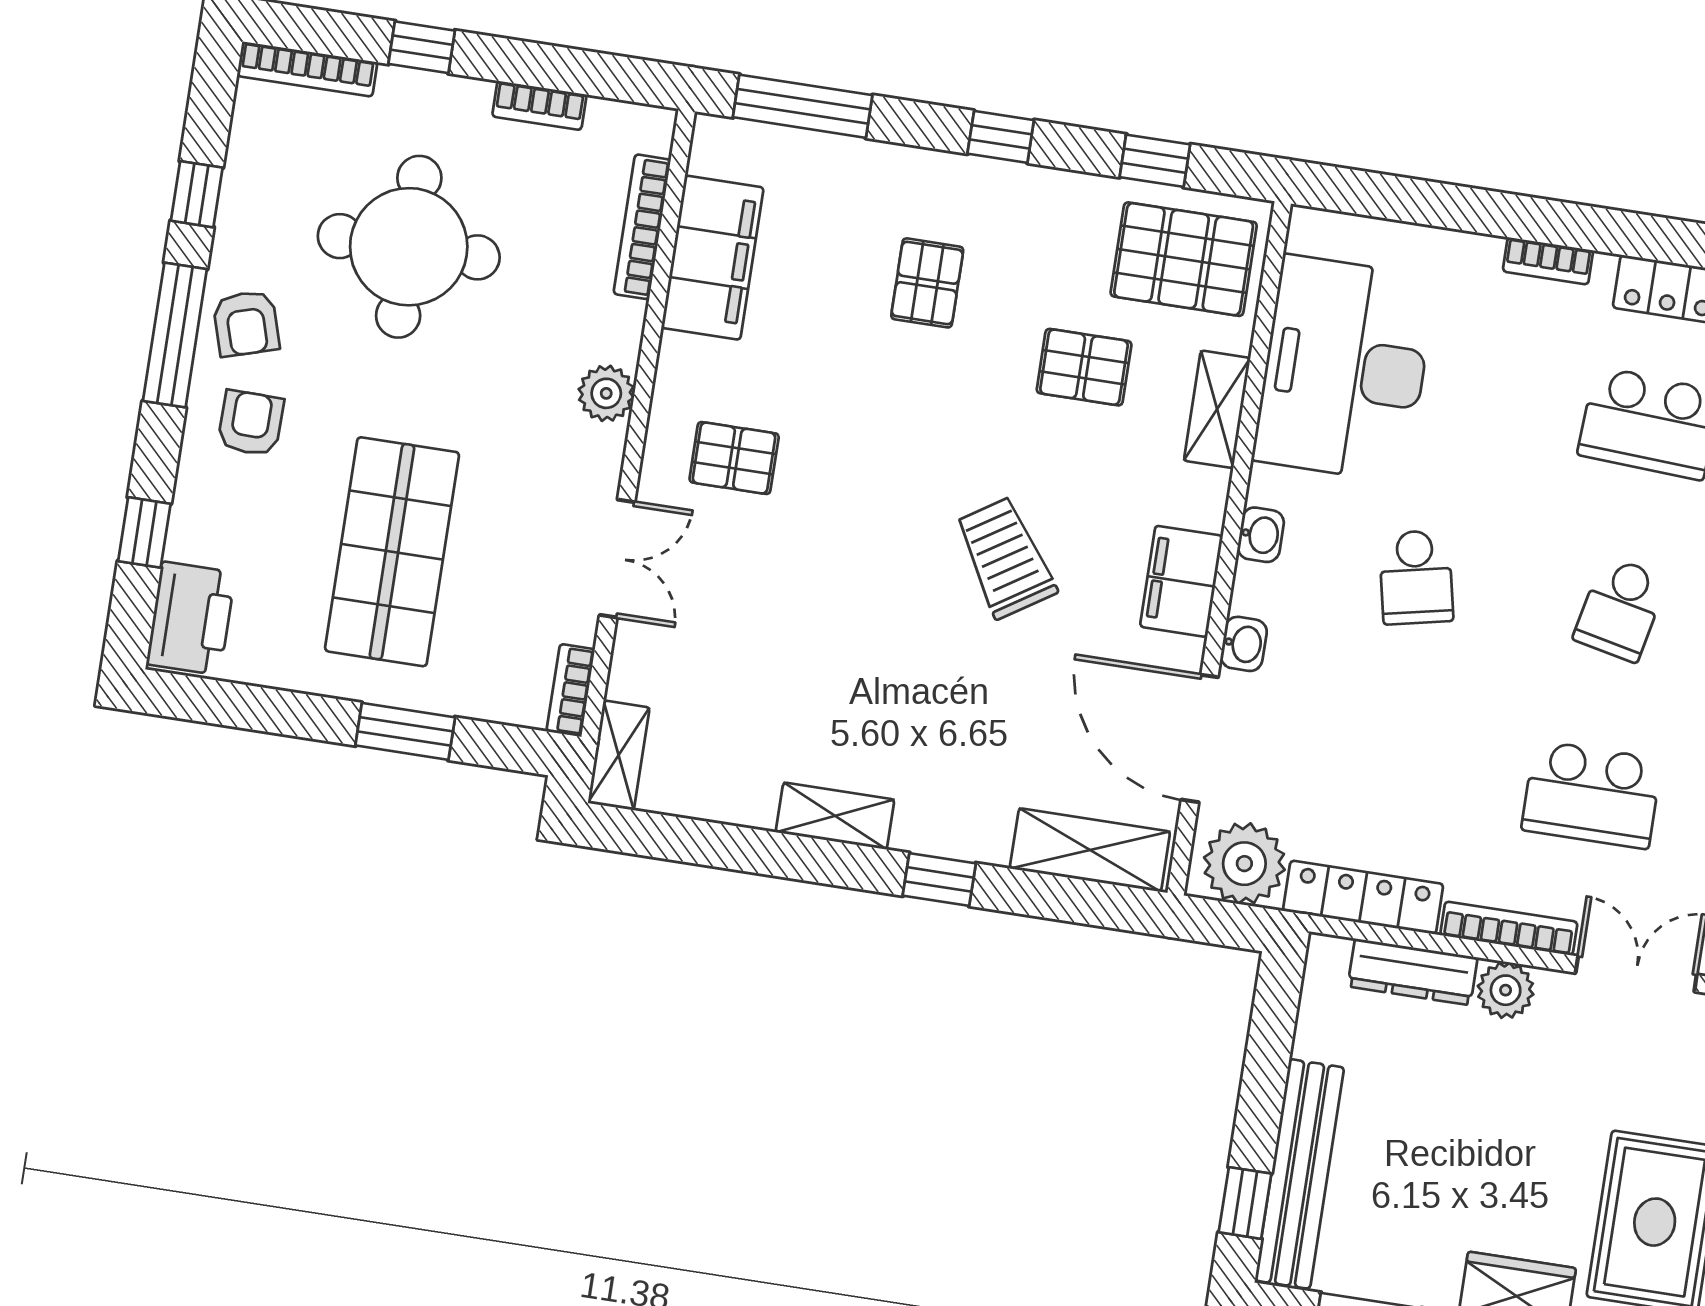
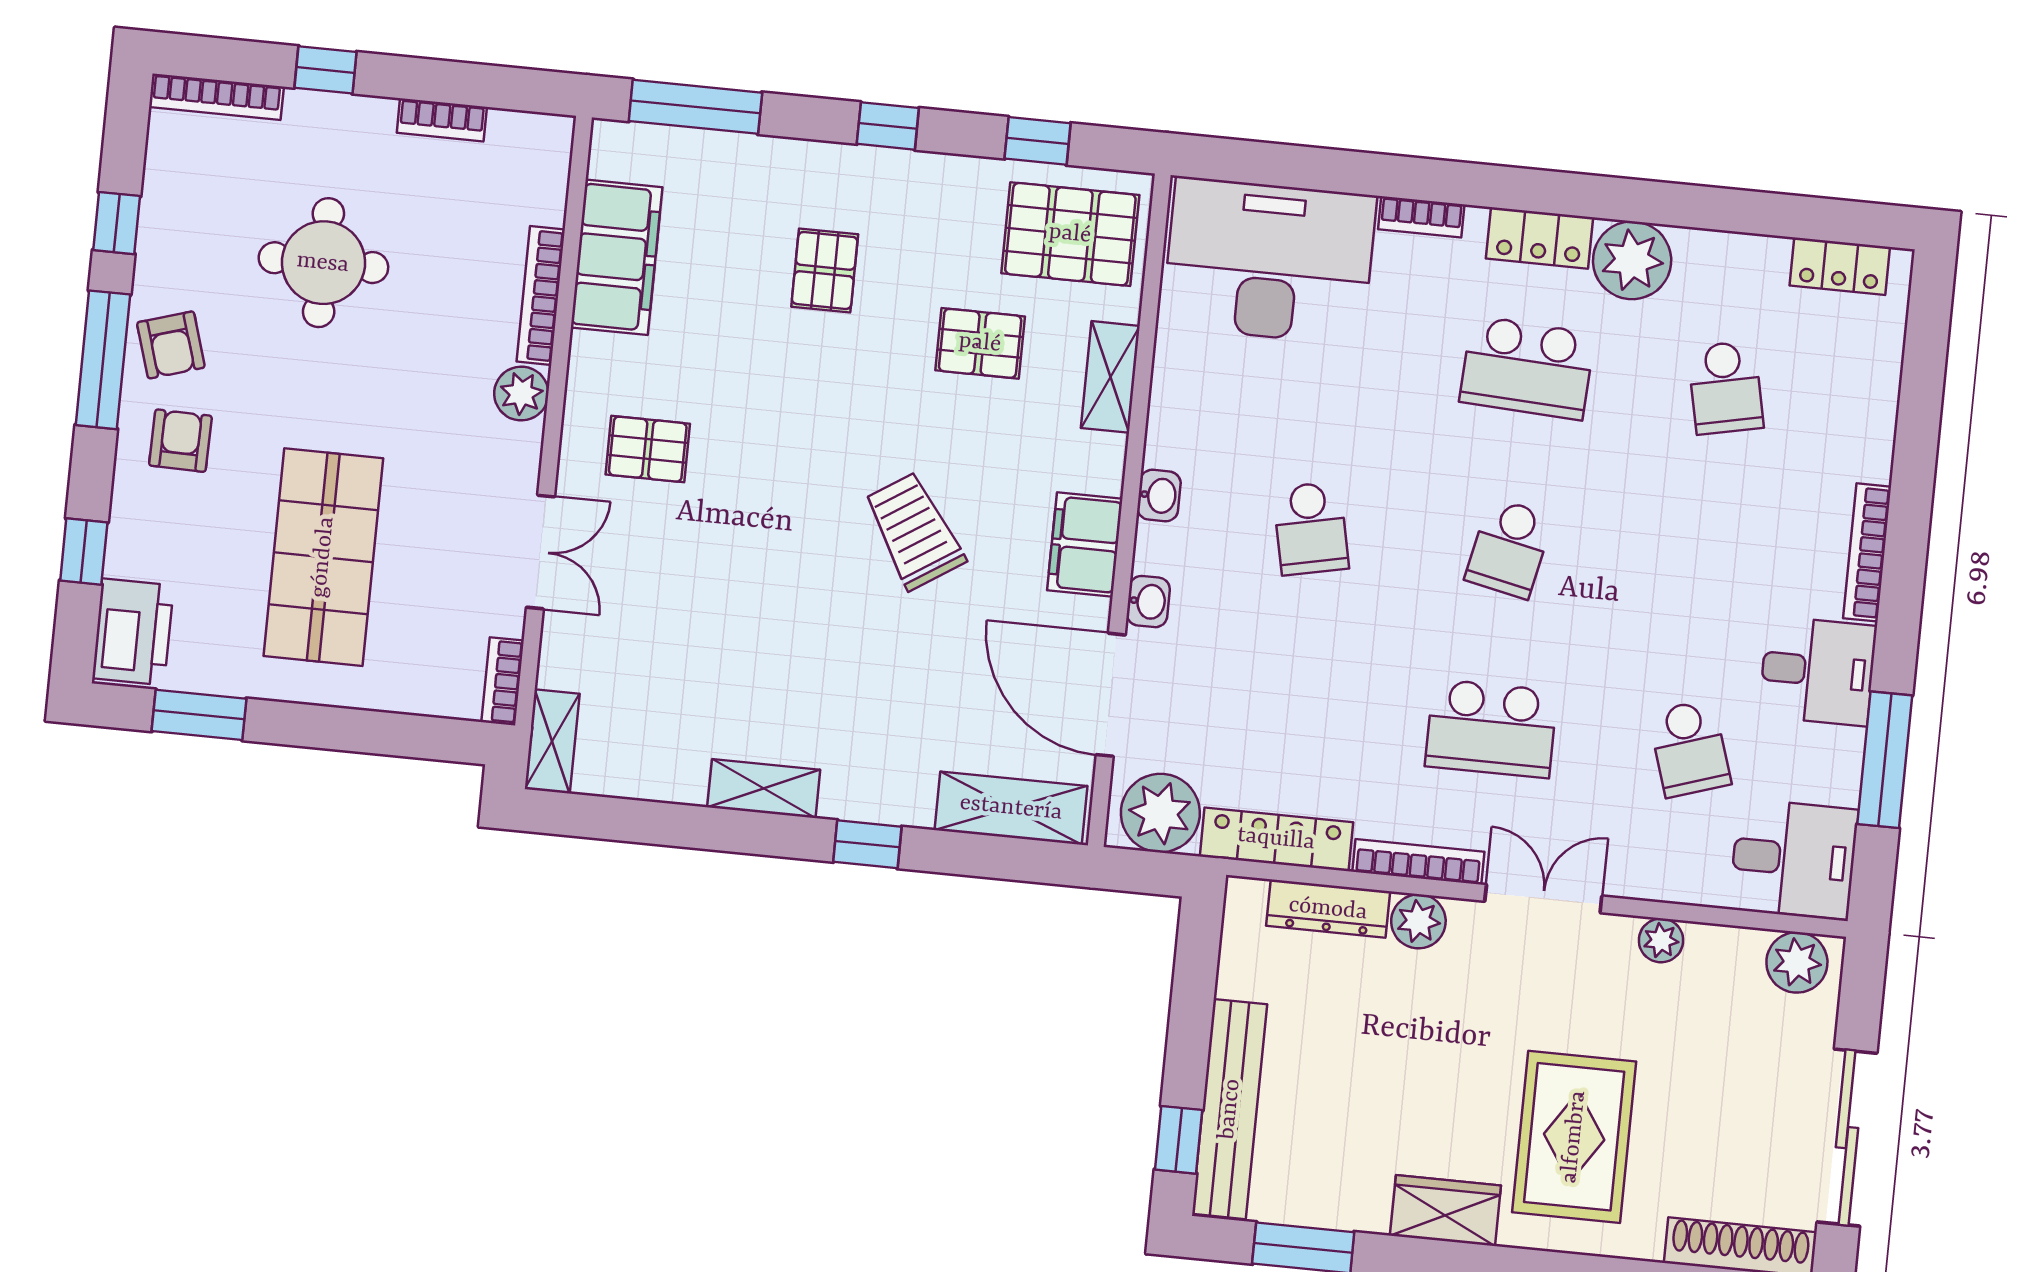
bookcase: (642, 227) -> (541, 296), moved
round table: (409, 247) -> (323, 263), width x0.73, depth x0.73
desk: (1345, 369) -> (1269, 261), moved, turned 90
window: (405, 731) -> (199, 715), moved

